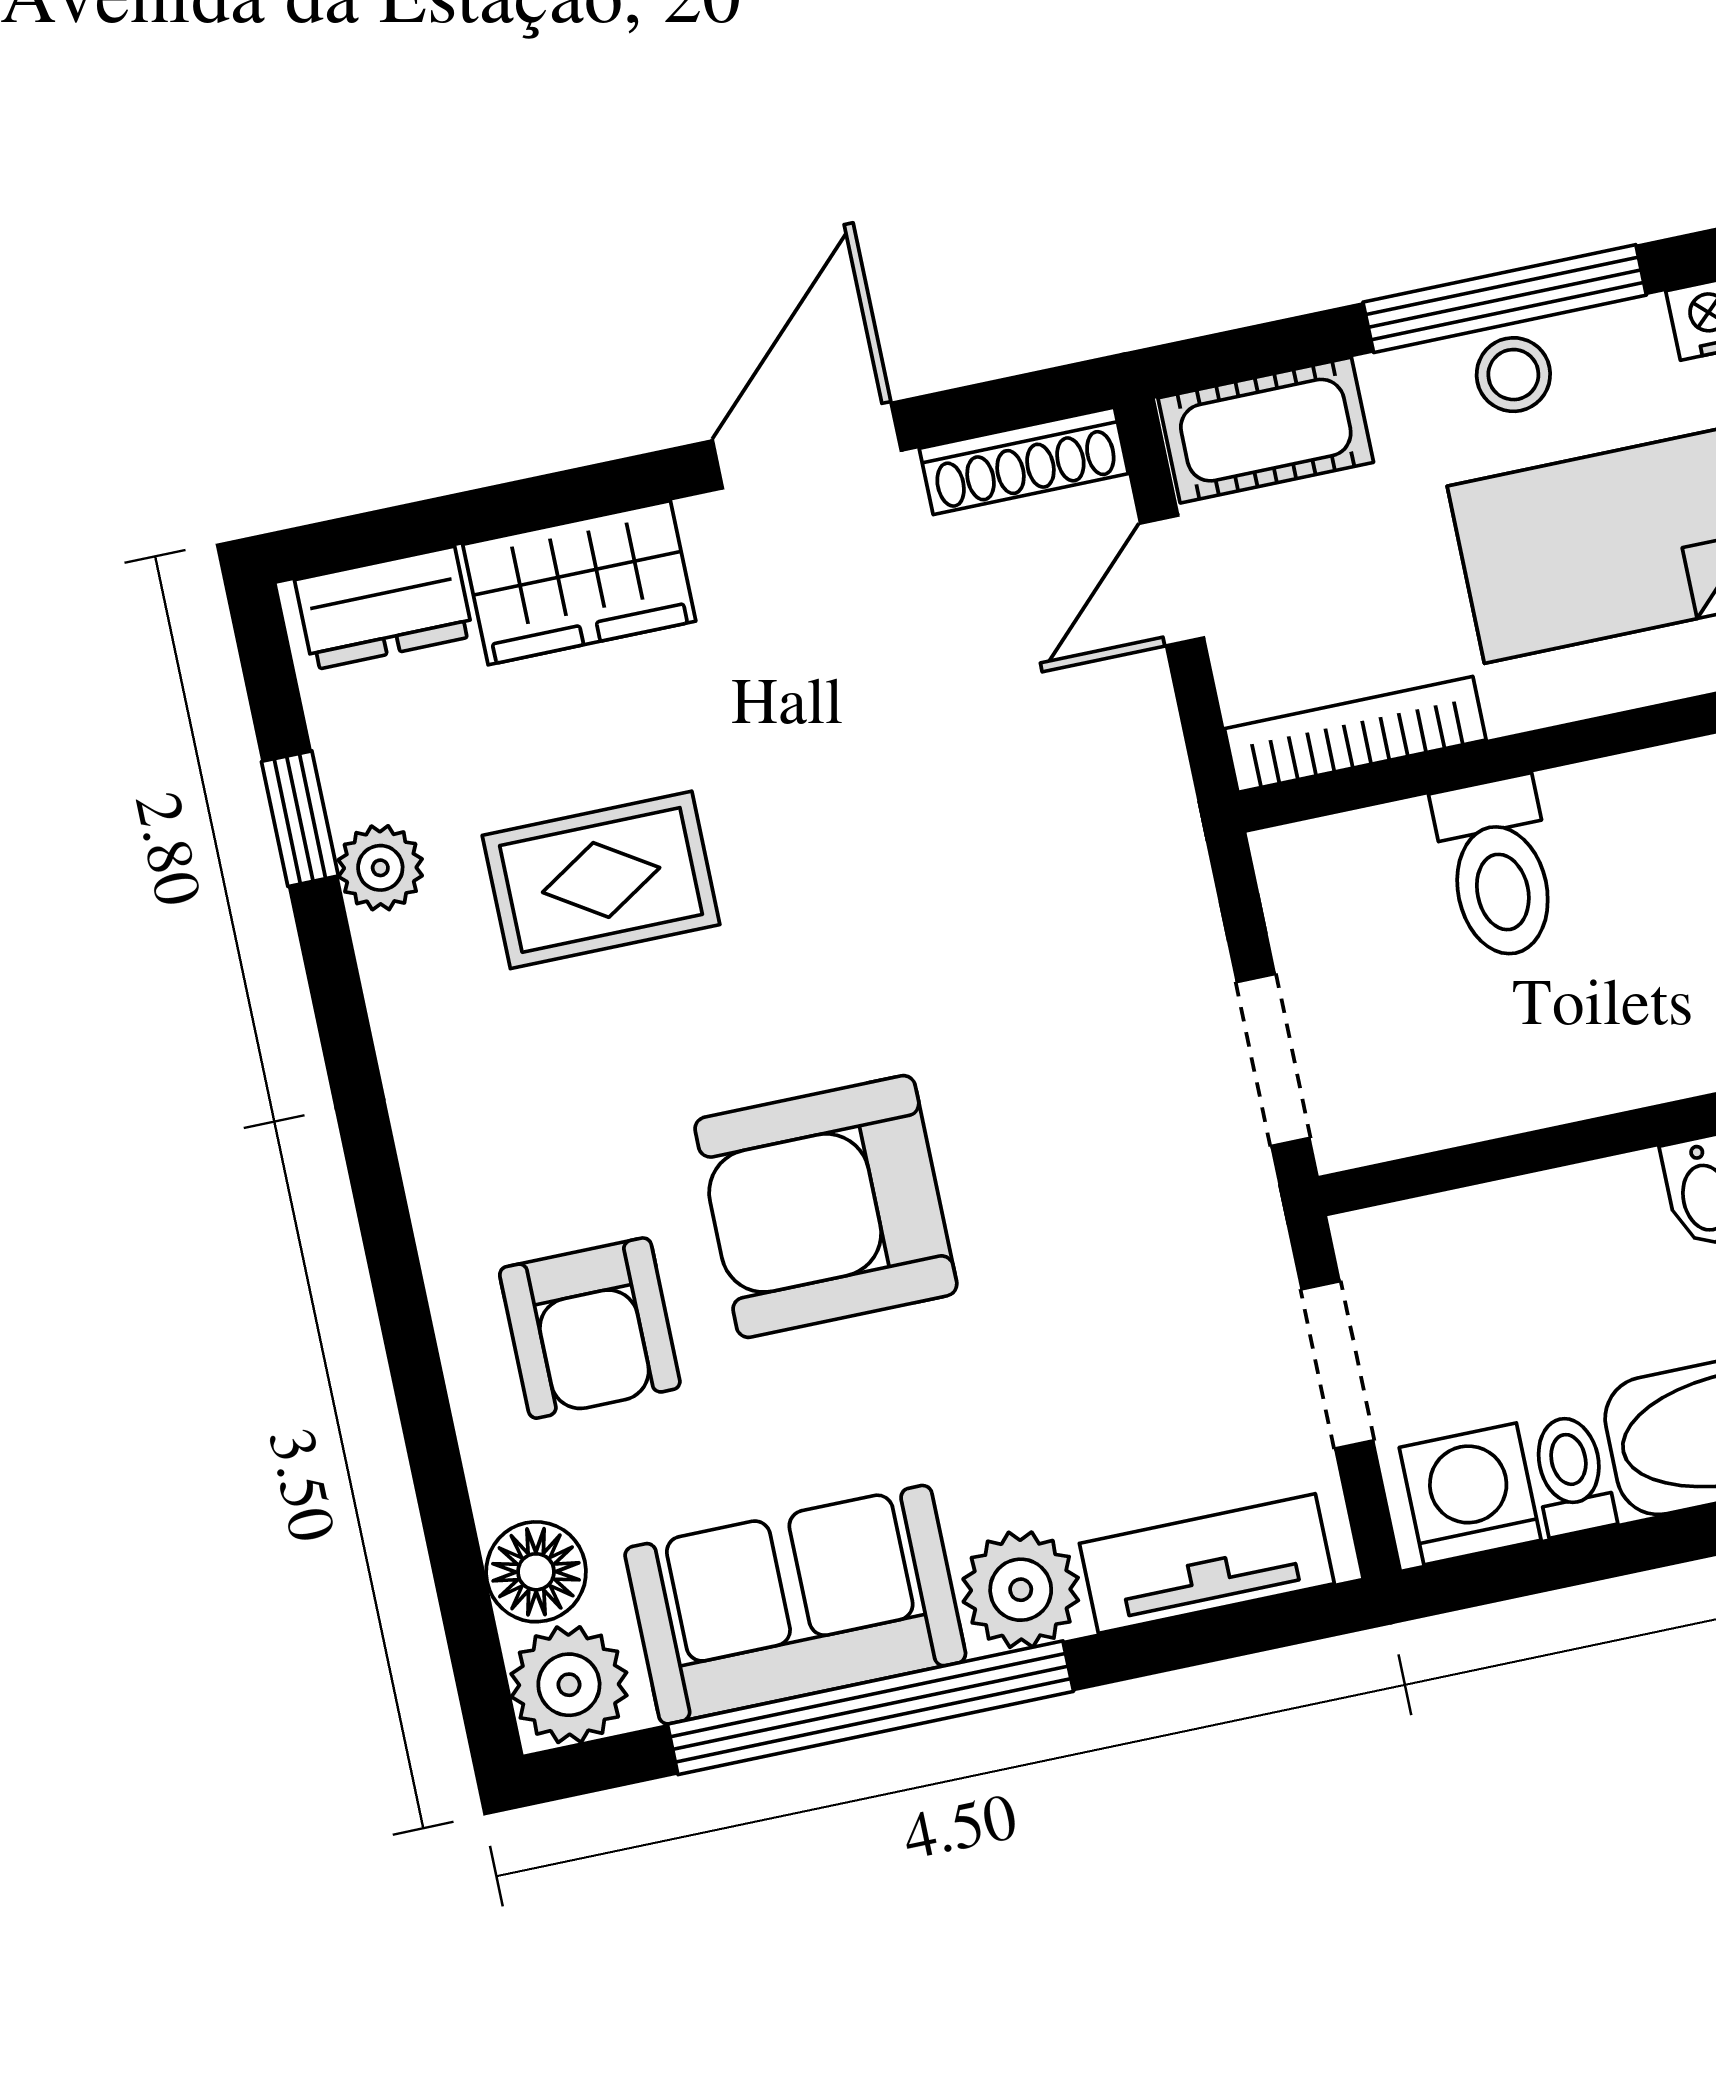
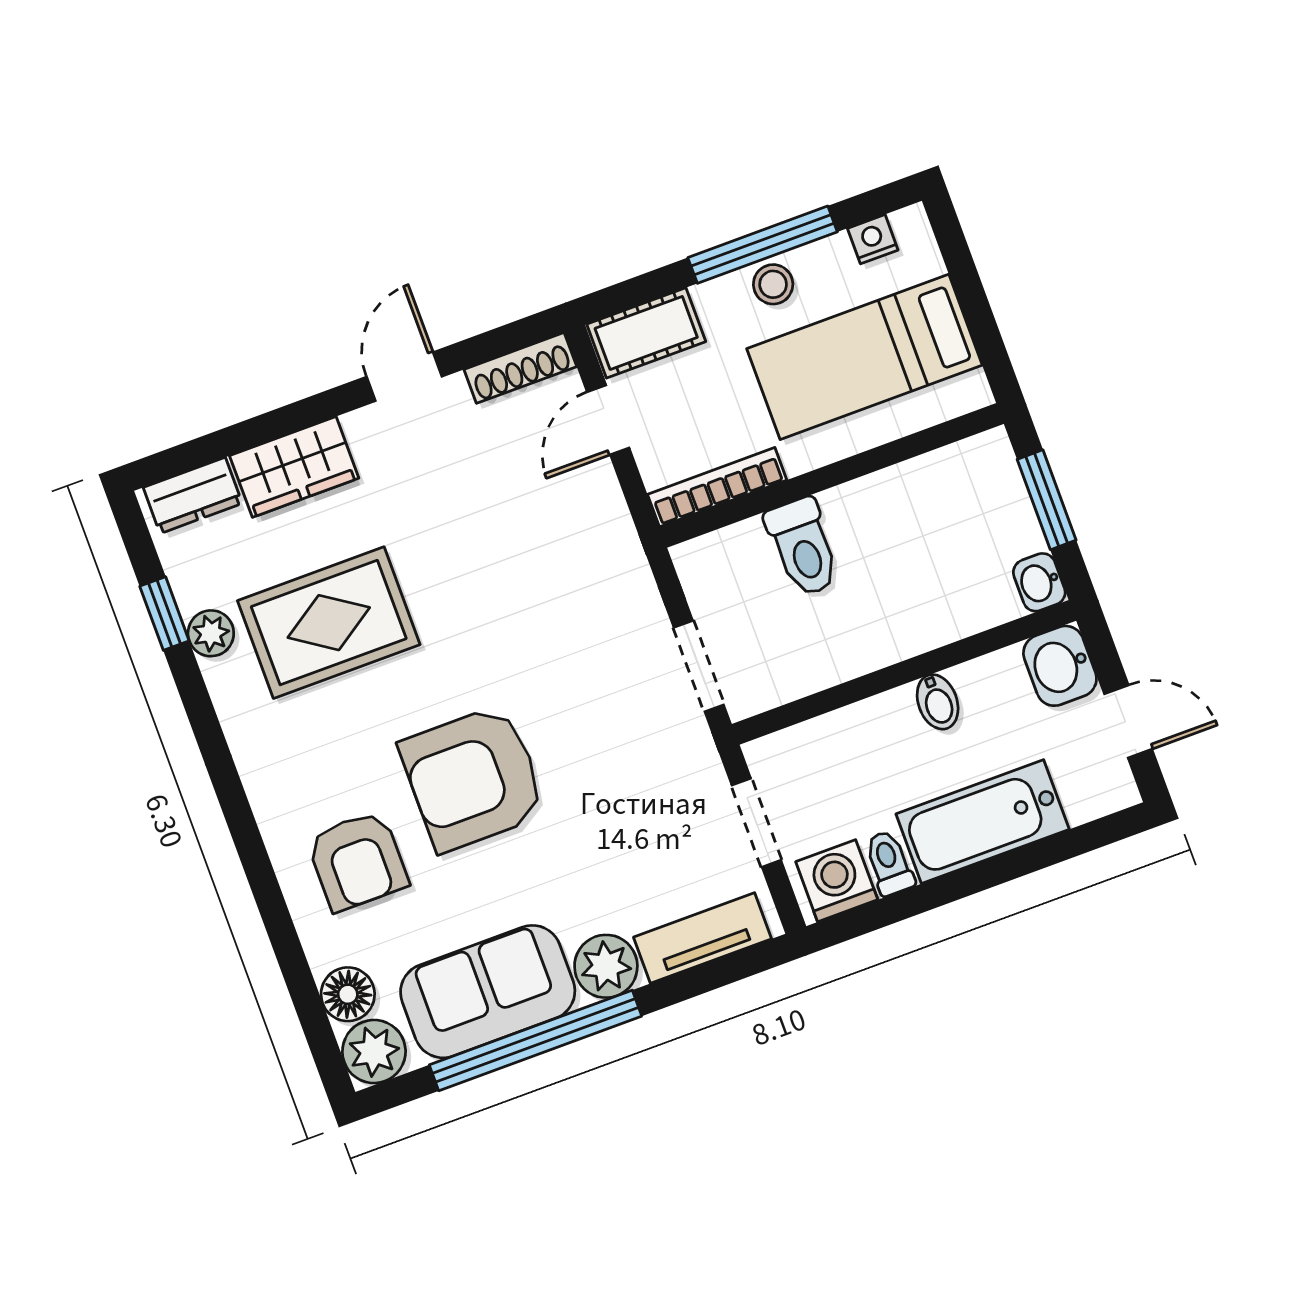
door: (807, 446) -> (404, 377), width x0.73
rug: (601, 880) -> (329, 623), width x1.36, depth x1.43

